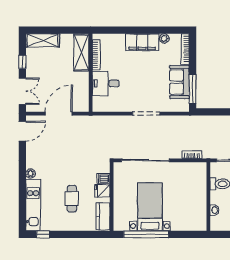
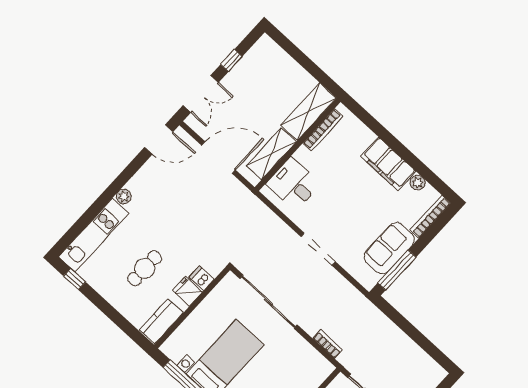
shelving: (43, 40) -> (271, 154), moved, turned 90
desk: (106, 83) -> (293, 184), moved

